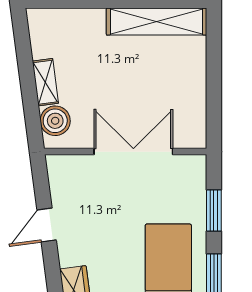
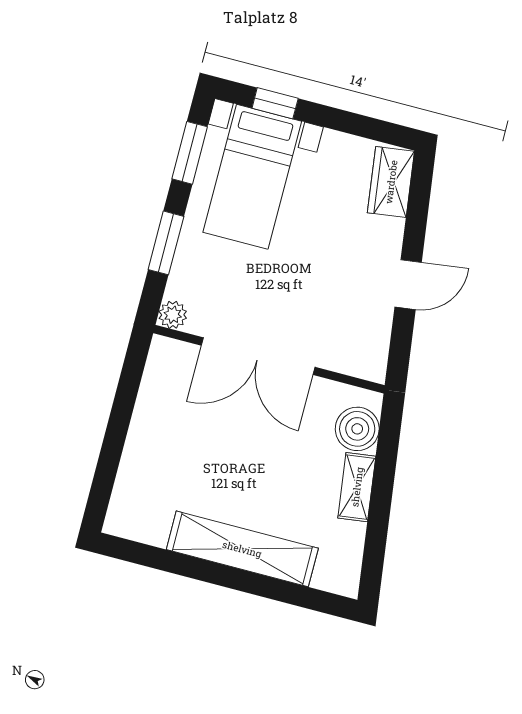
shelving: (156, 22) -> (242, 549), moved
plant: (197, 164) -> (173, 315), added

